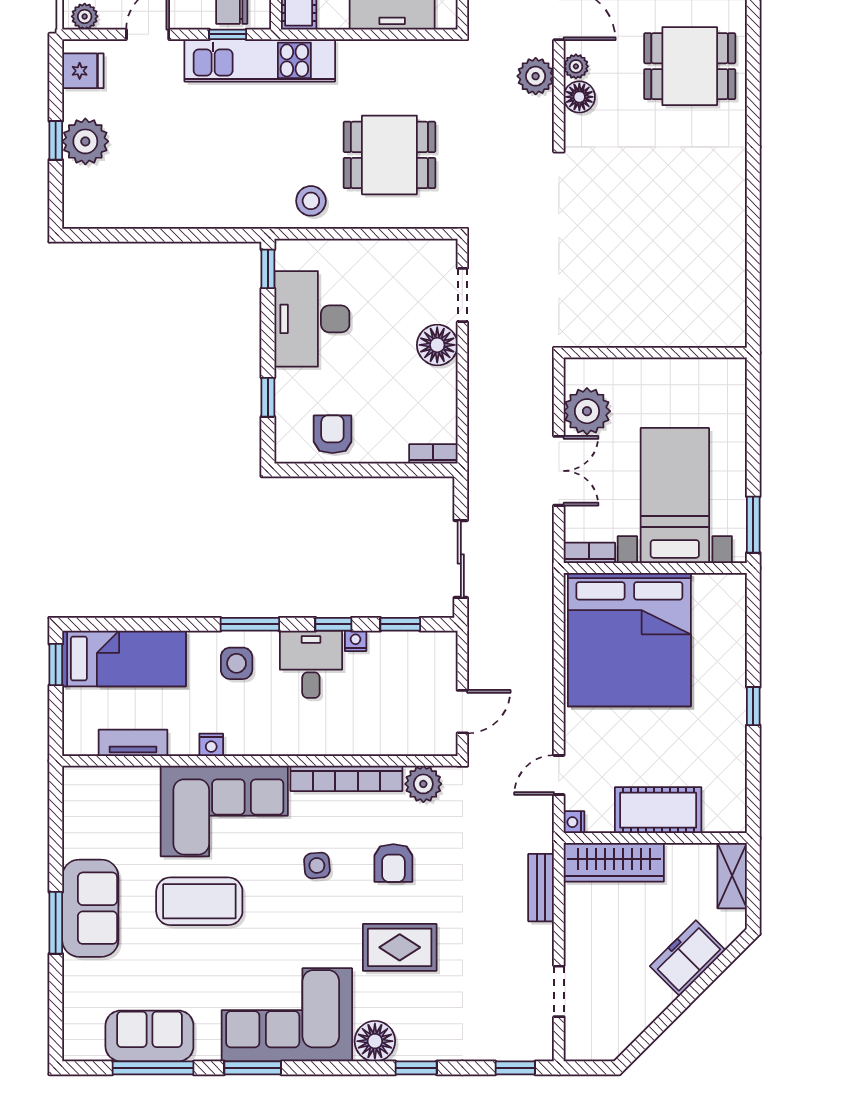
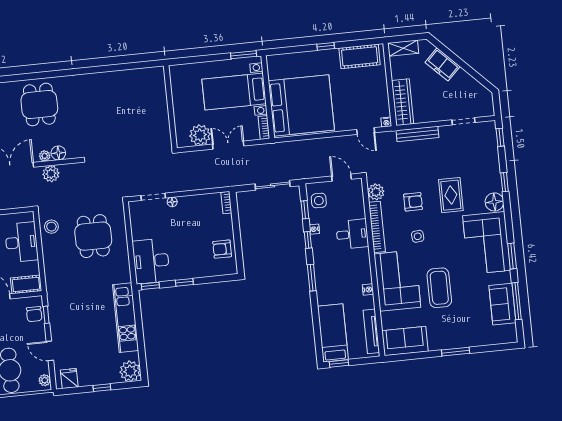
kitchen unit: (260, 60) -> (126, 318), moved, turned 180
plant: (85, 141) -> (130, 371), moved
stool: (311, 201) -> (51, 227), moved
desk: (312, 319) -> (151, 261), moved, turned 90
floor lamp: (437, 345) -> (172, 202), width x0.53, depth x0.53
window: (268, 397) -> (184, 282), moved
side table: (237, 663) -> (319, 201), moved
desk: (311, 664) -> (352, 234), moved, turned 180
tv unit: (133, 743) -> (371, 331), width x1.41
cot: (658, 810) -> (360, 56), moved, turned 90
bench: (541, 888) -> (417, 134), width x1.36
sofa: (90, 908) -> (405, 341), moved

